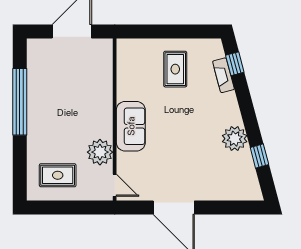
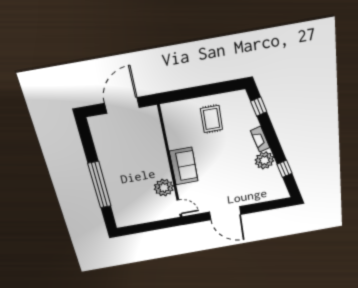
fireplace: (223, 75) -> (260, 139), moved
window: (20, 102) -> (100, 185), moved
rug: (58, 175) -> (136, 208), removed

